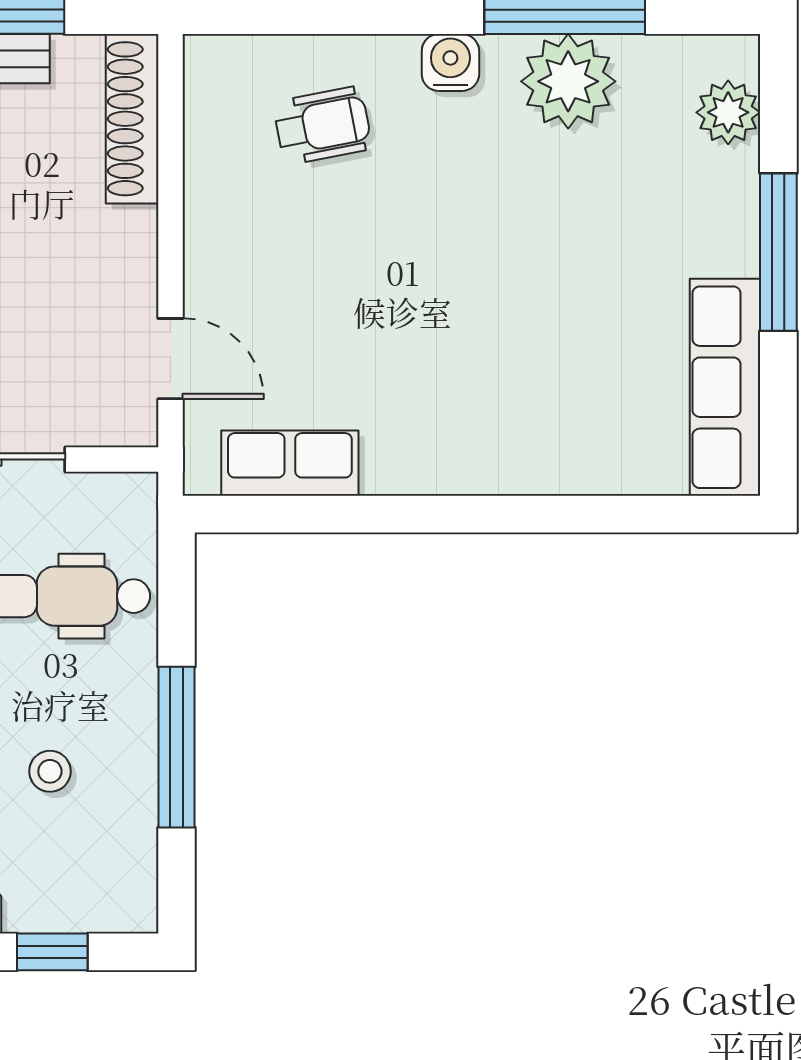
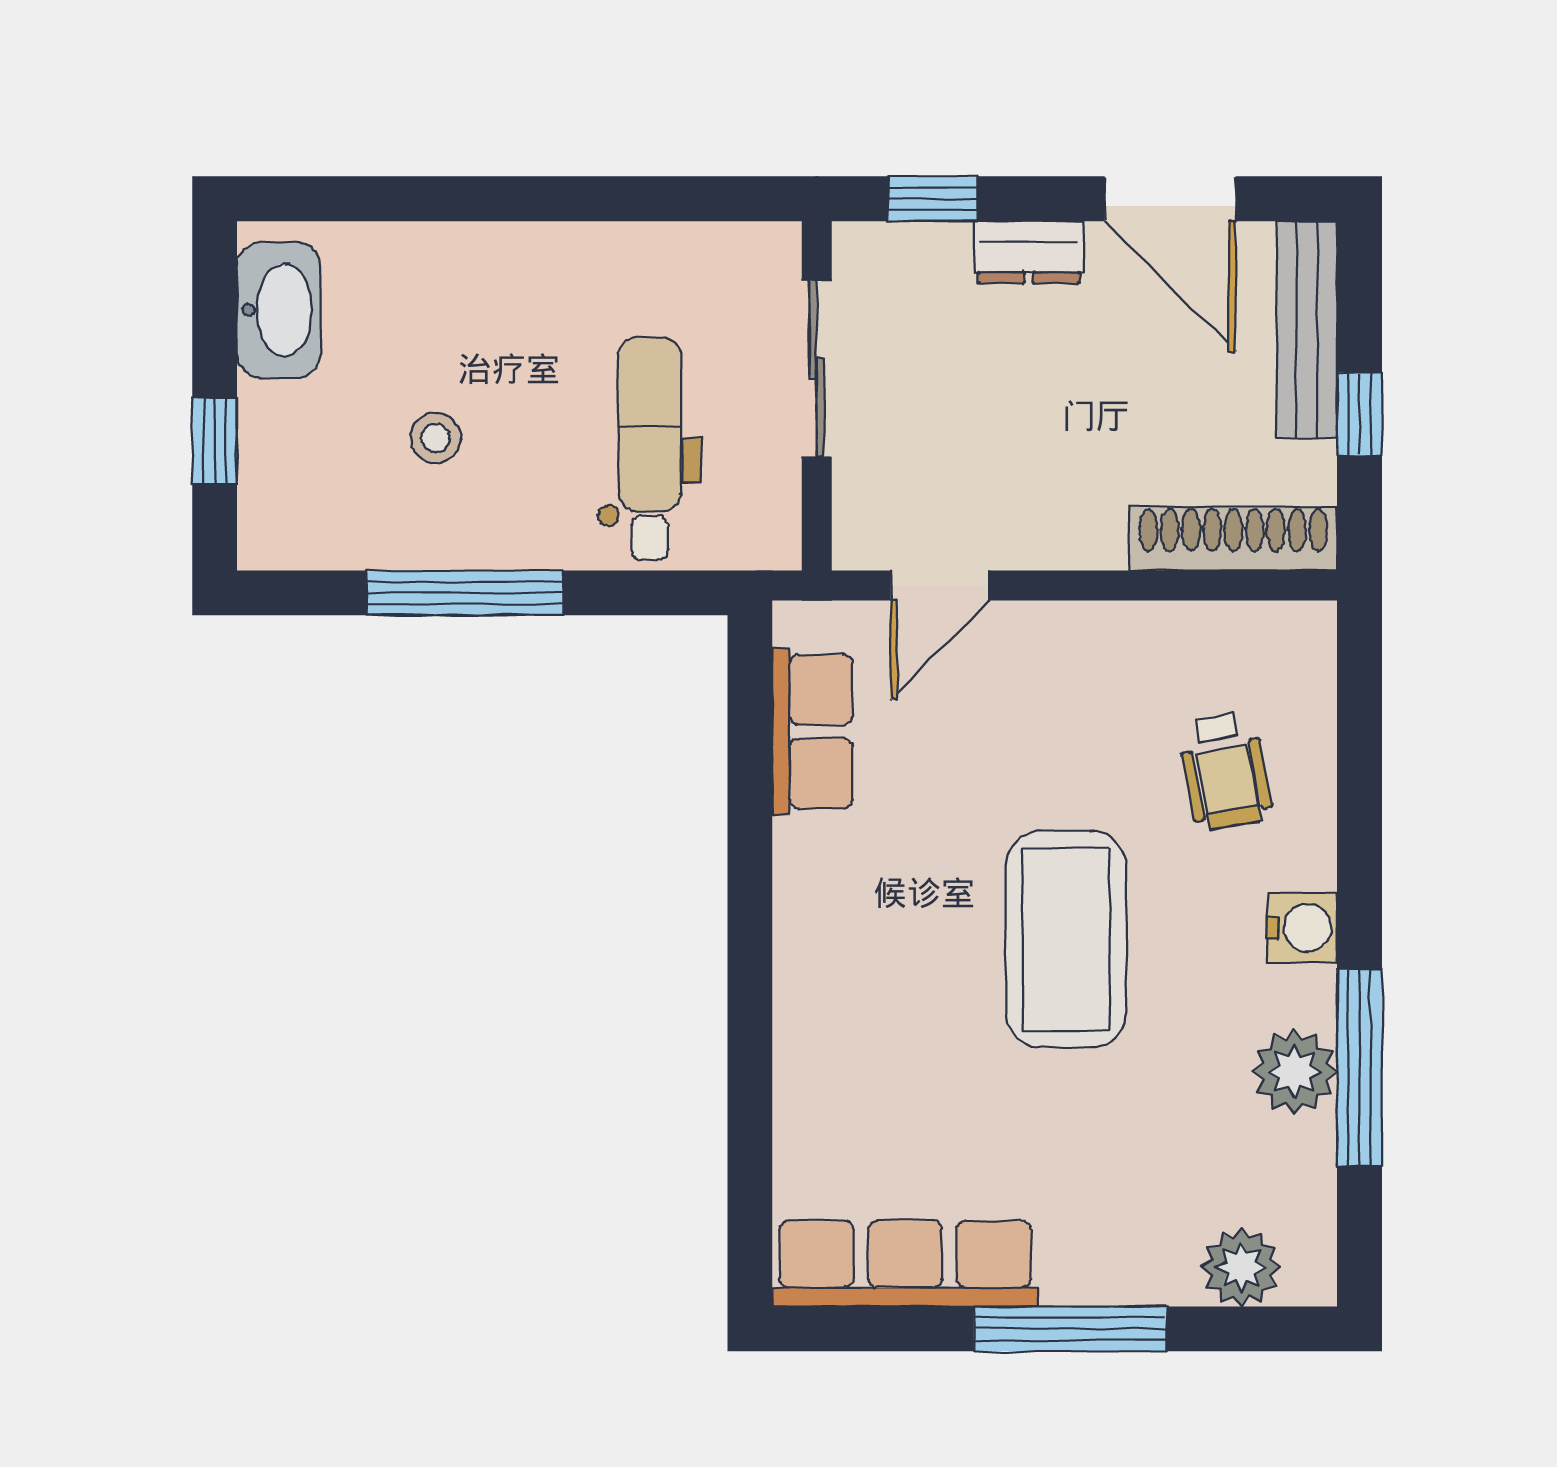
plant: (568, 81) -> (1295, 1072), width x0.73, depth x0.73
coffee table: (460, 256) -> (1066, 939), added

